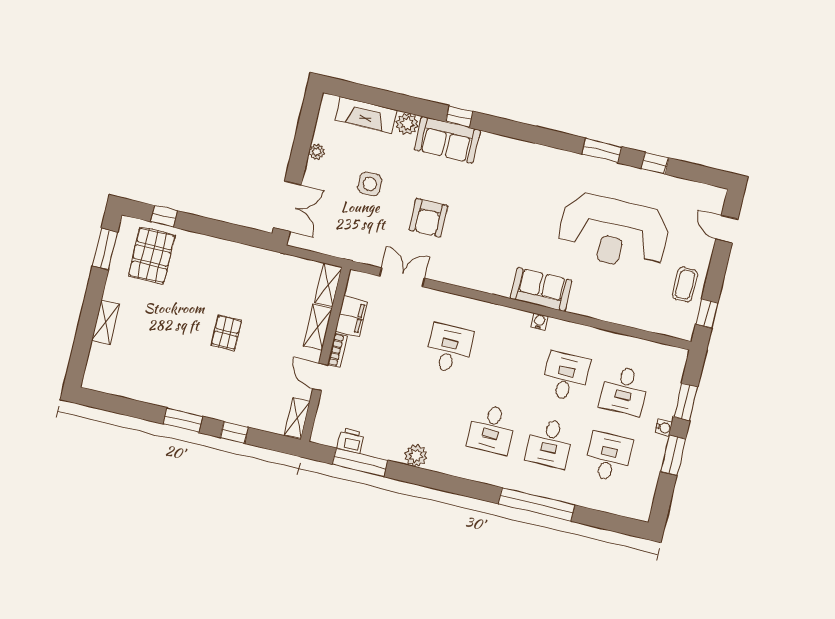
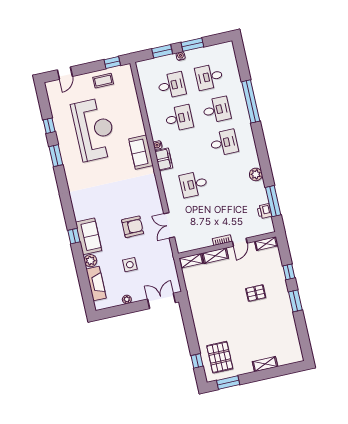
pallet: (152, 255) -> (220, 357), turned 90
filing cabinet: (351, 316) -> (164, 159), moved, turned 90
pallet: (227, 332) -> (256, 293), moved
desk: (566, 376) -> (179, 118), turned 180

